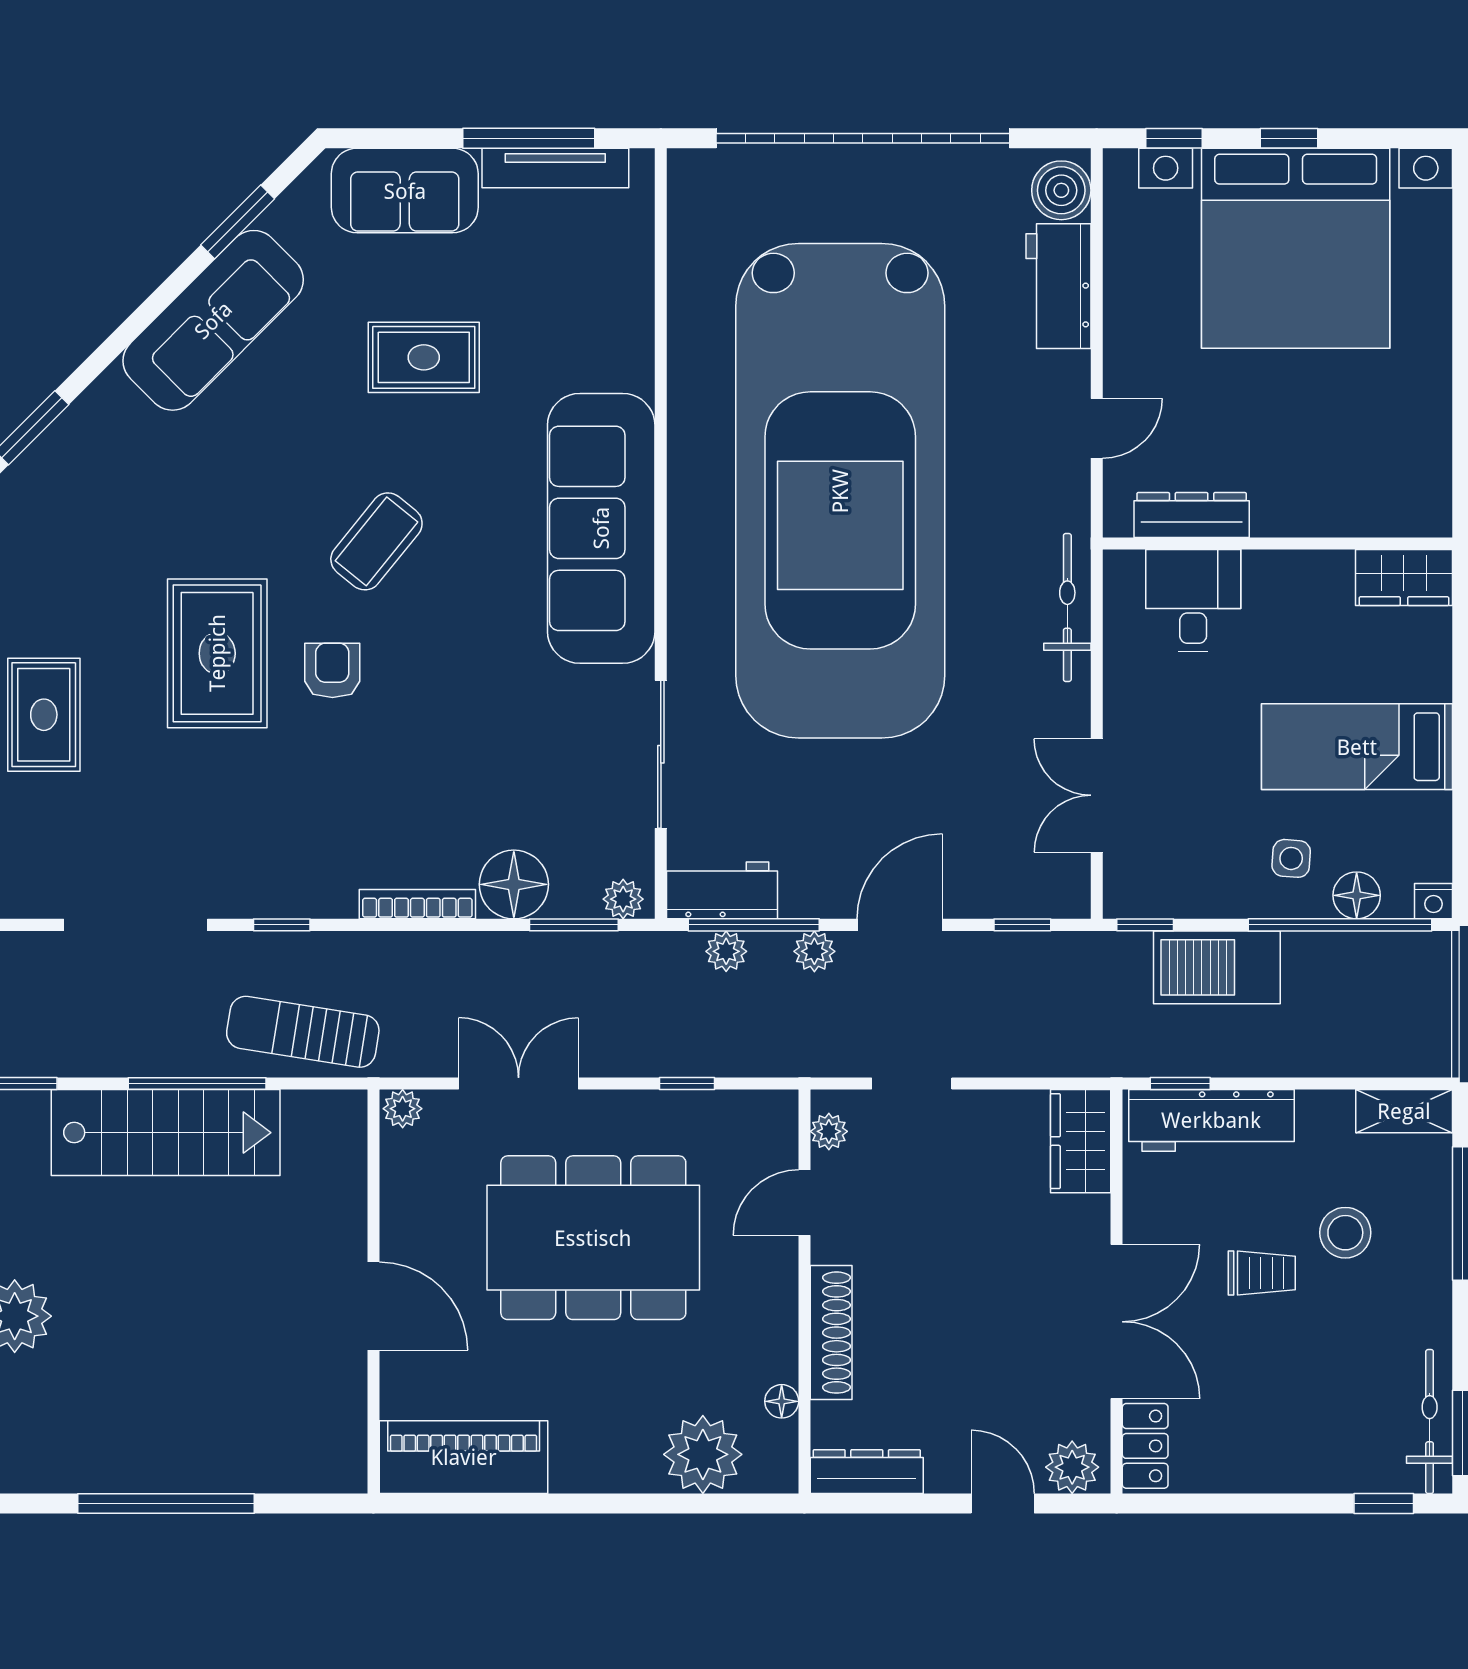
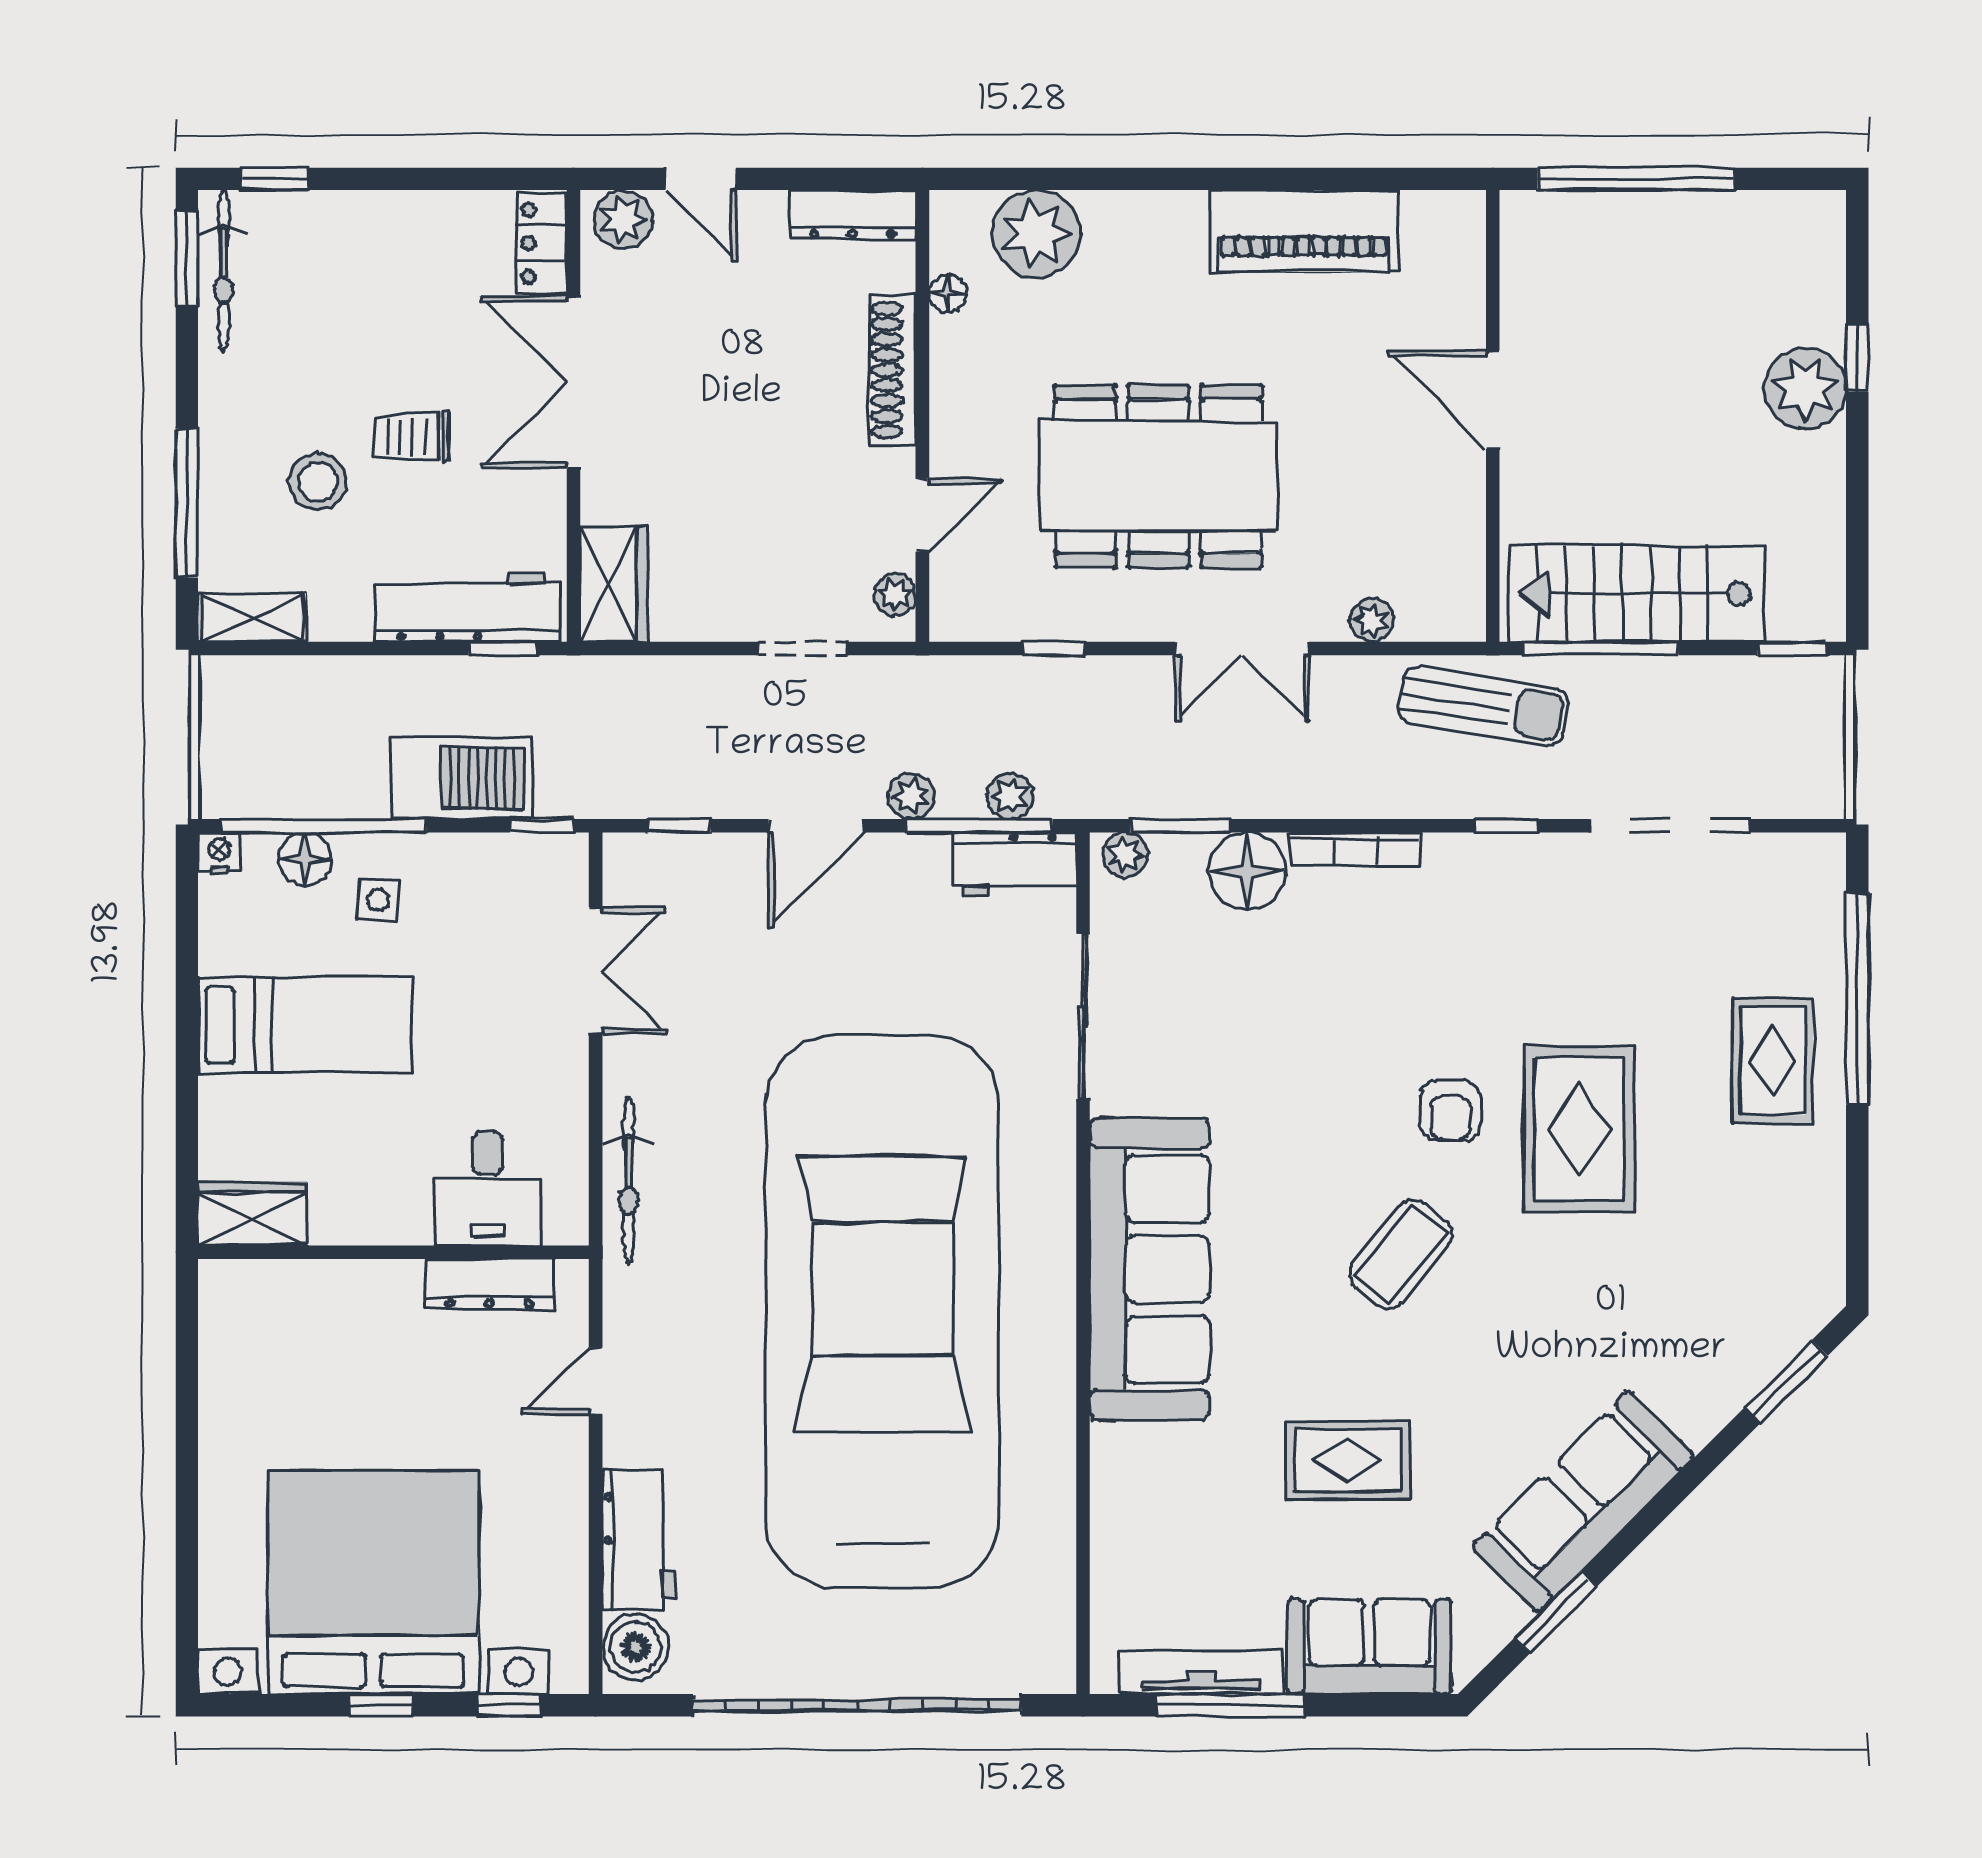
wall: (373, 1292) -> (1493, 416), moved
door: (373, 1306) -> (1493, 400), moved

